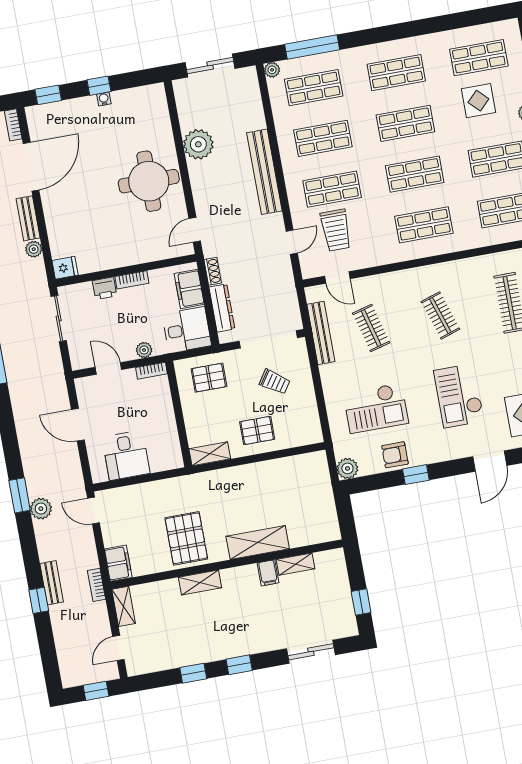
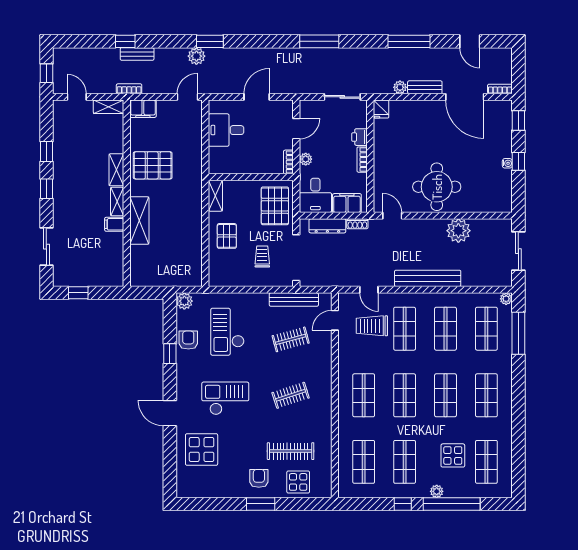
pallet: (209, 378) -> (275, 206), width x1.50, depth x1.42
trolley: (275, 382) -> (262, 257), turned 146
shelving: (295, 564) -> (117, 202), moved

